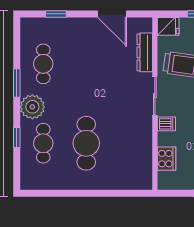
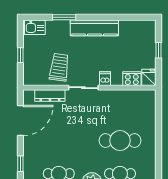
door: (112, 14) -> (20, 121), width x1.36
fridge: (168, 26) -> (149, 77), moved

